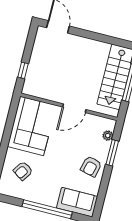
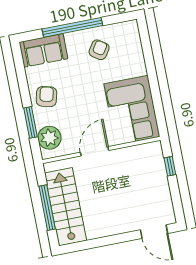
plant: (108, 136) -> (49, 138), width x1.87, depth x1.87
armchair: (23, 171) -> (99, 50), moved

